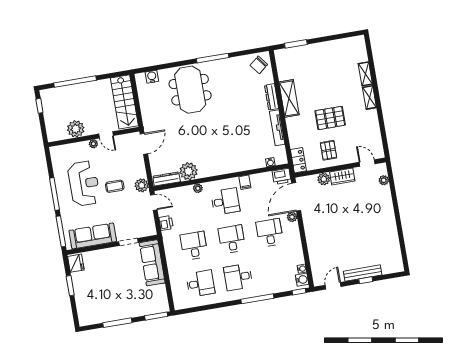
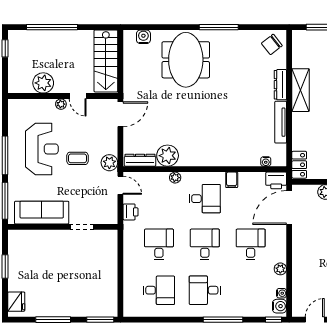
plant: (292, 217) -> (280, 269), moved
fridge: (76, 263) -> (16, 302), moved
sofa: (152, 263) -> (106, 256), removed

